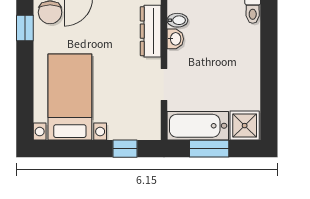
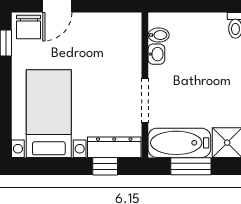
dresser: (151, 31) -> (114, 147), moved, turned 90
doorway: (164, 84) -> (145, 101), width x1.38

